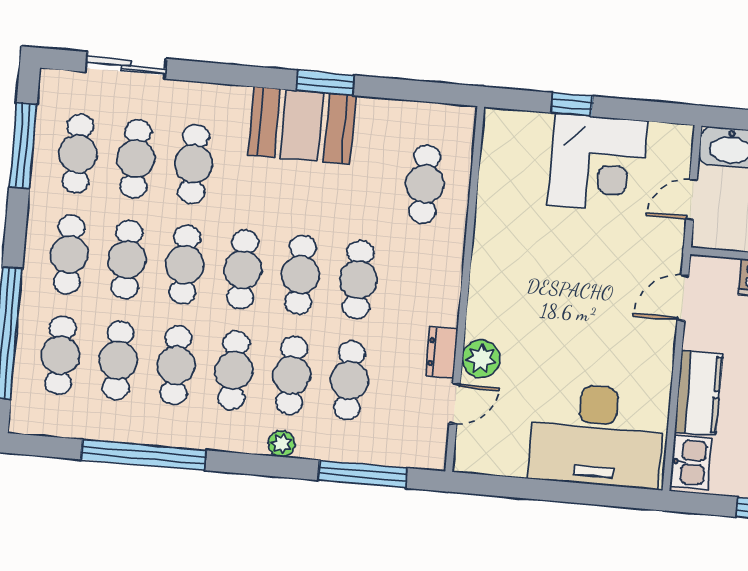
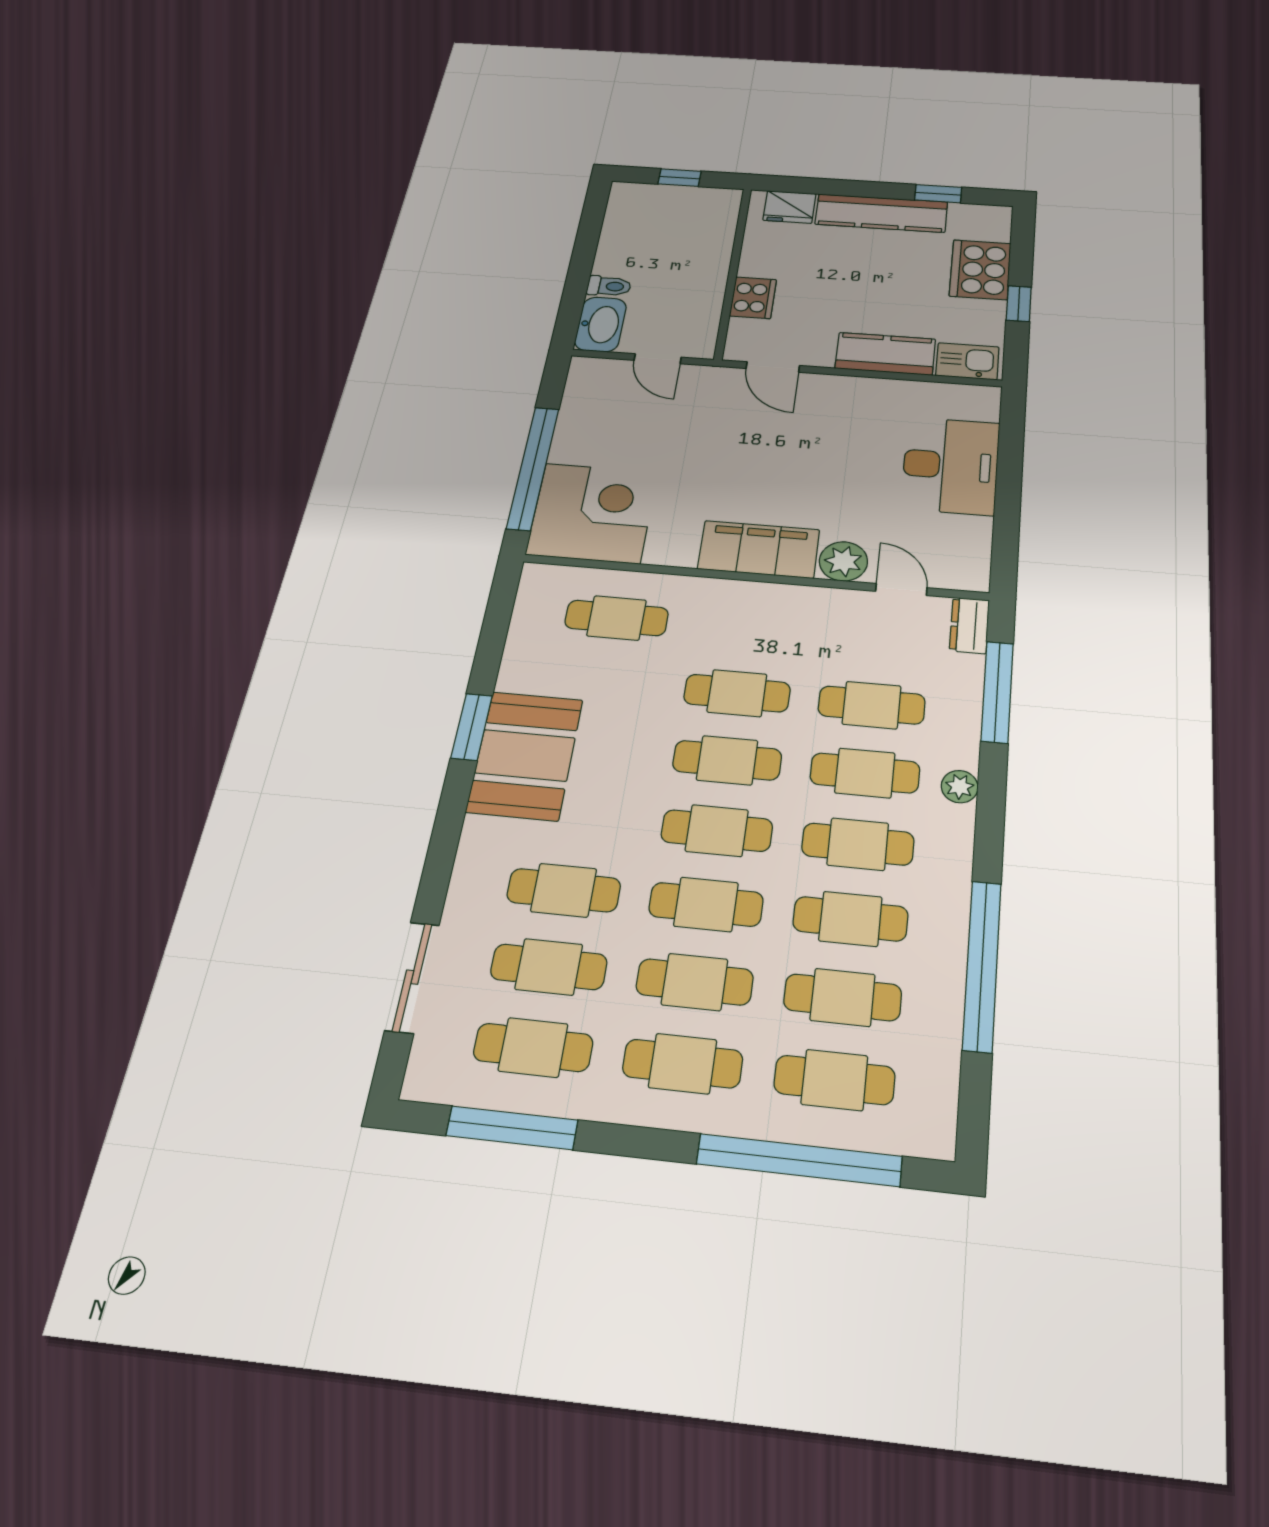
window: (572, 104) -> (533, 468), width x3.17
corner desk: (598, 163) -> (592, 513), moved
filing cabinet: (492, 292) -> (759, 549), added
dresser: (442, 352) -> (969, 625), moved, turned 90
desk: (596, 435) -> (951, 466), width x0.73, depth x0.77

